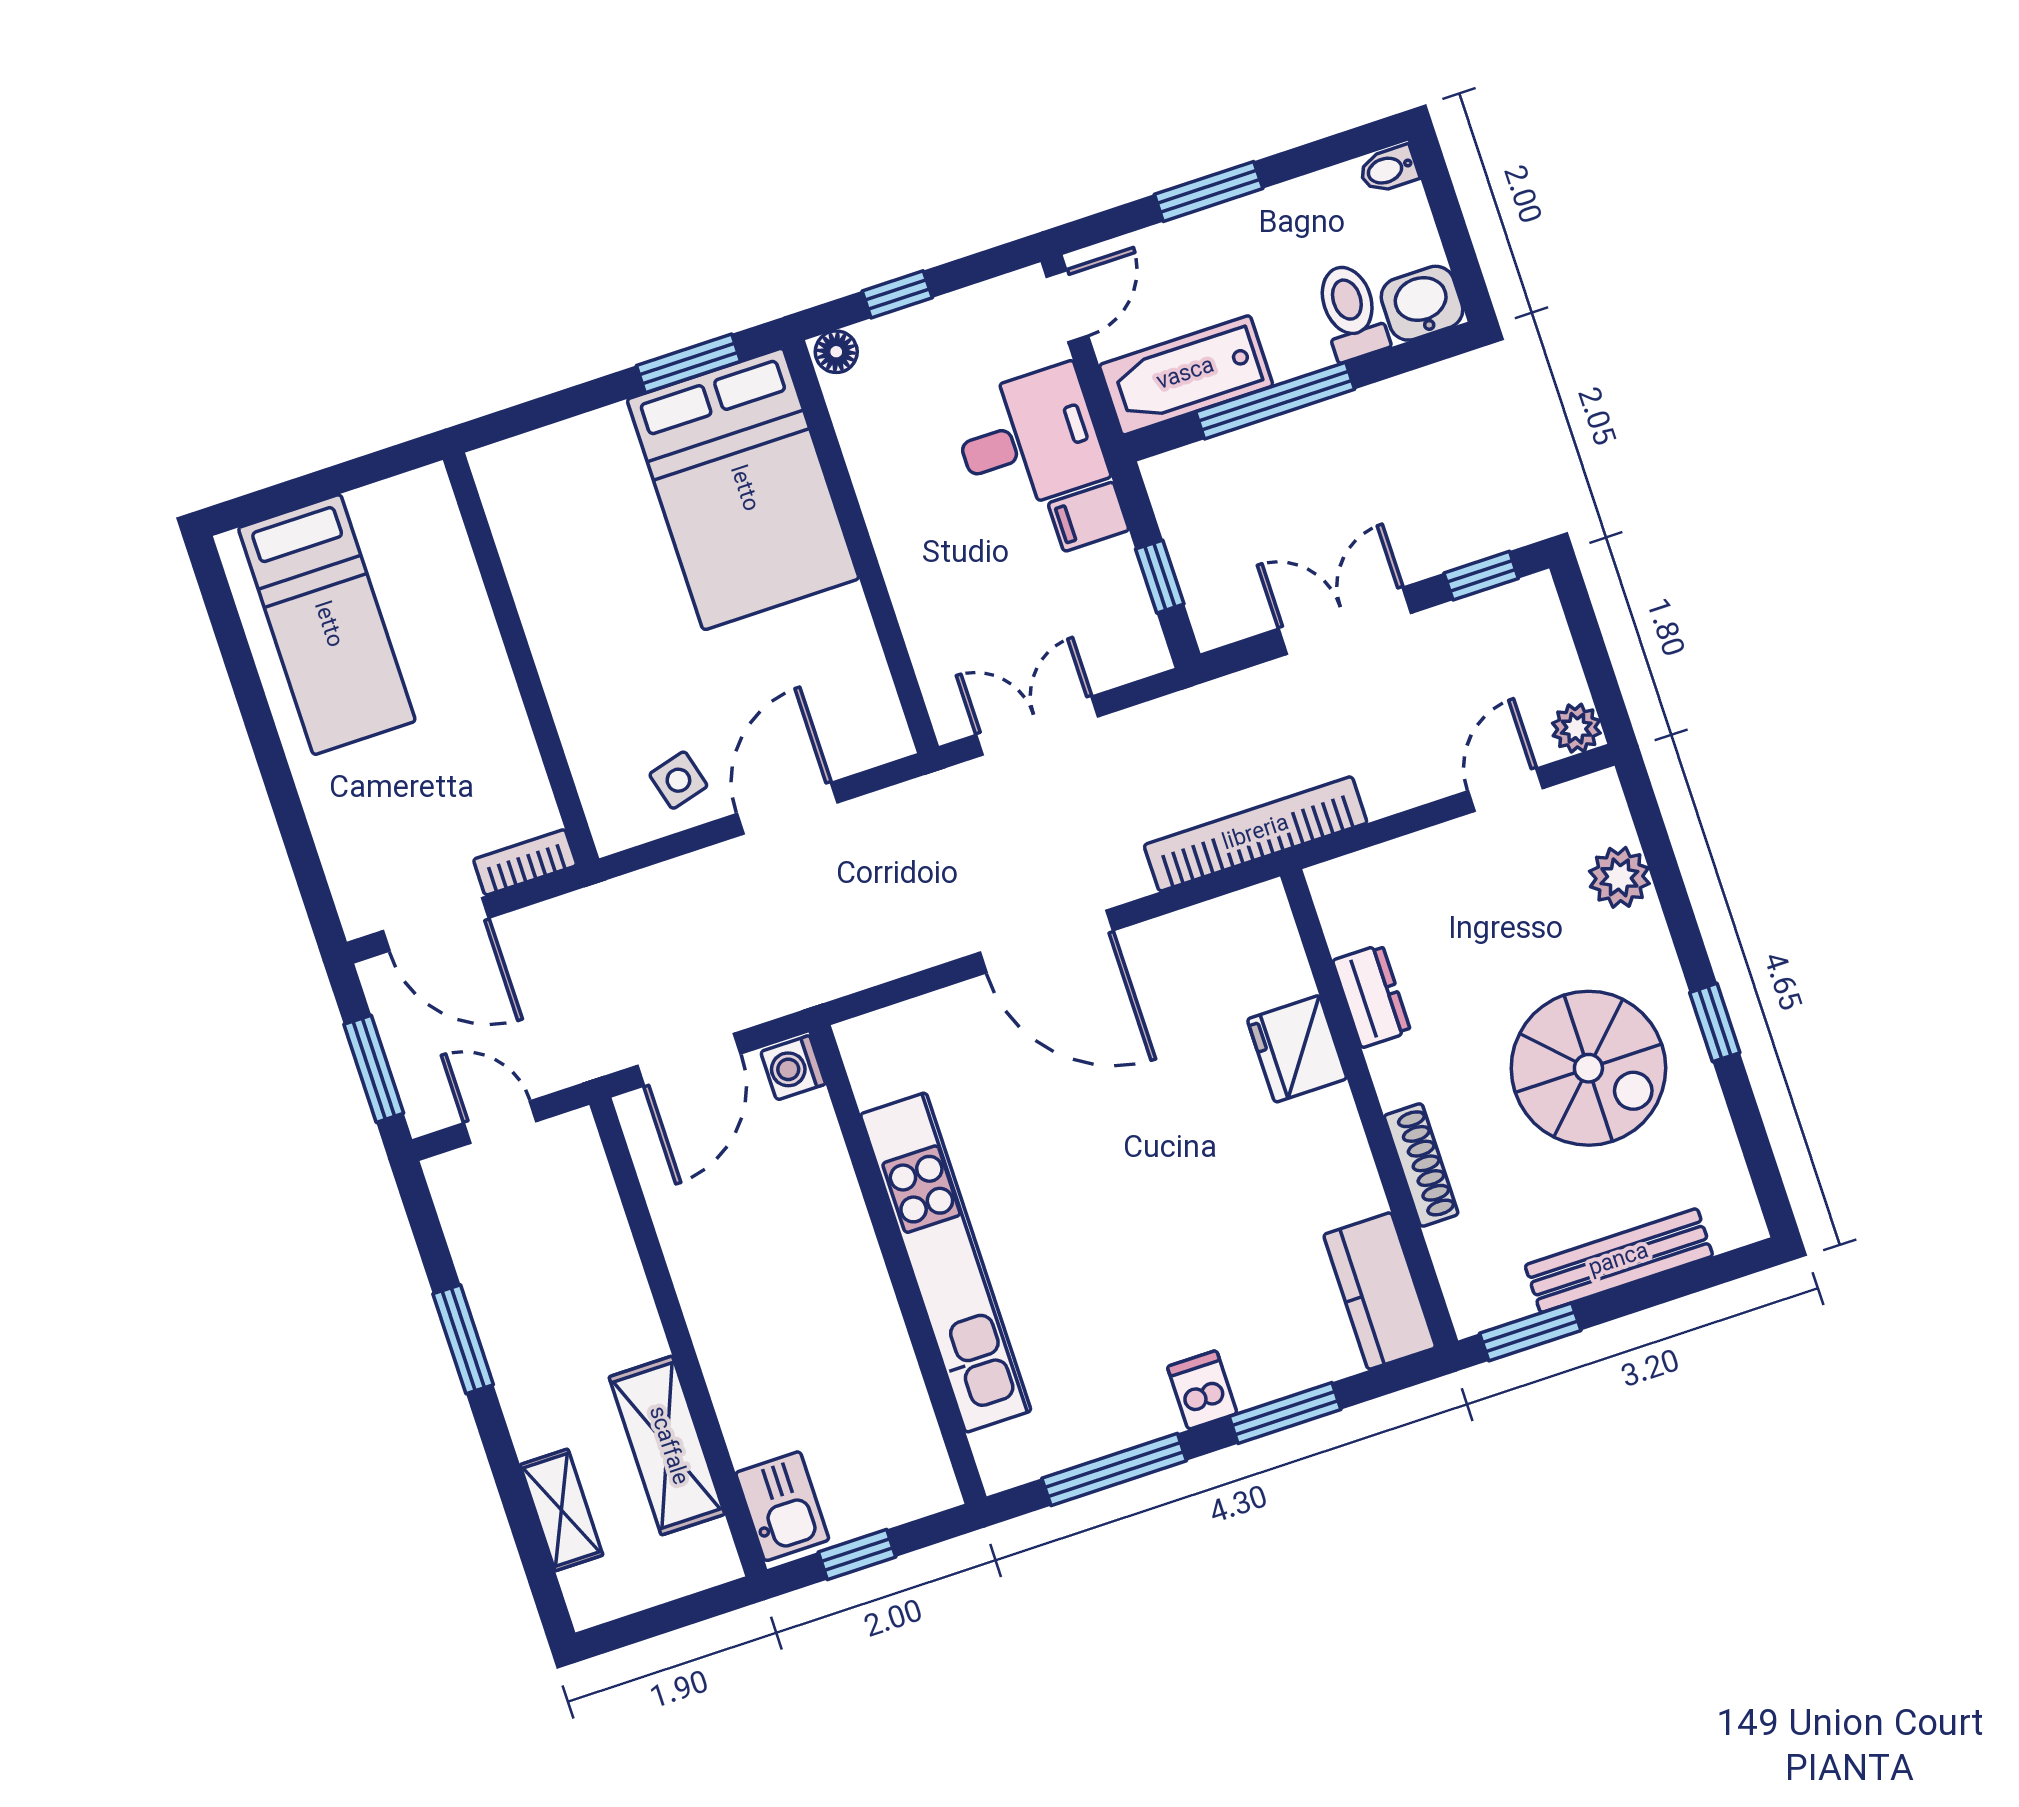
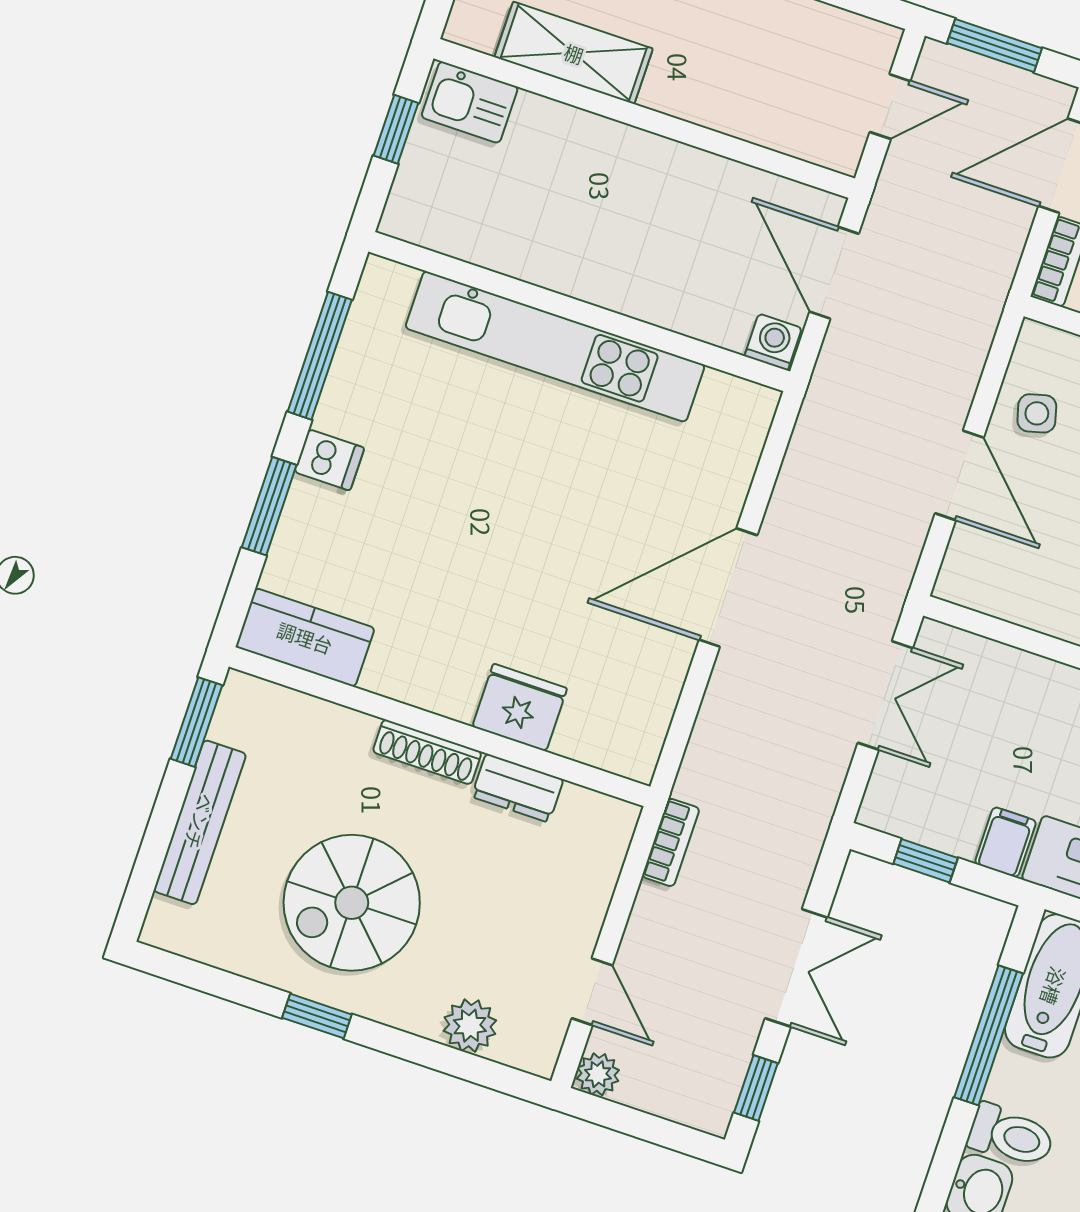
bookcase: (1256, 834) -> (671, 842), width x0.43, depth x0.76
shoe rack: (1421, 1165) -> (427, 752), moved

